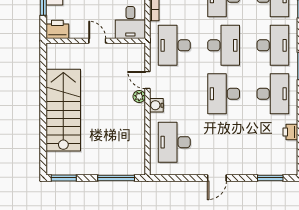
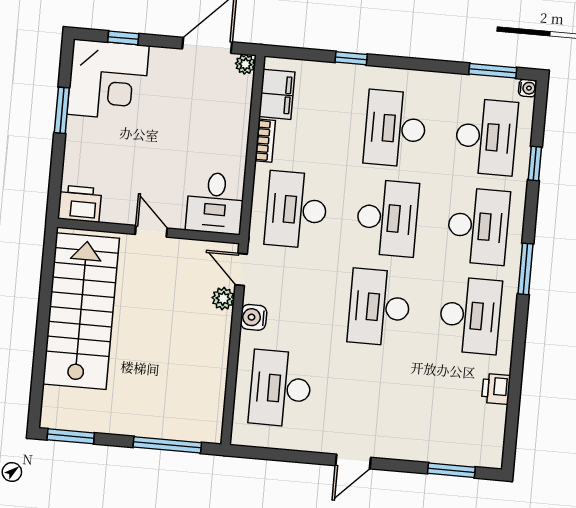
desk: (130, 23) -> (215, 203), moved
printer: (57, 29) -> (80, 204), moved
wall: (96, 41) -> (148, 231), moved
door: (97, 41) -> (151, 231), moved

